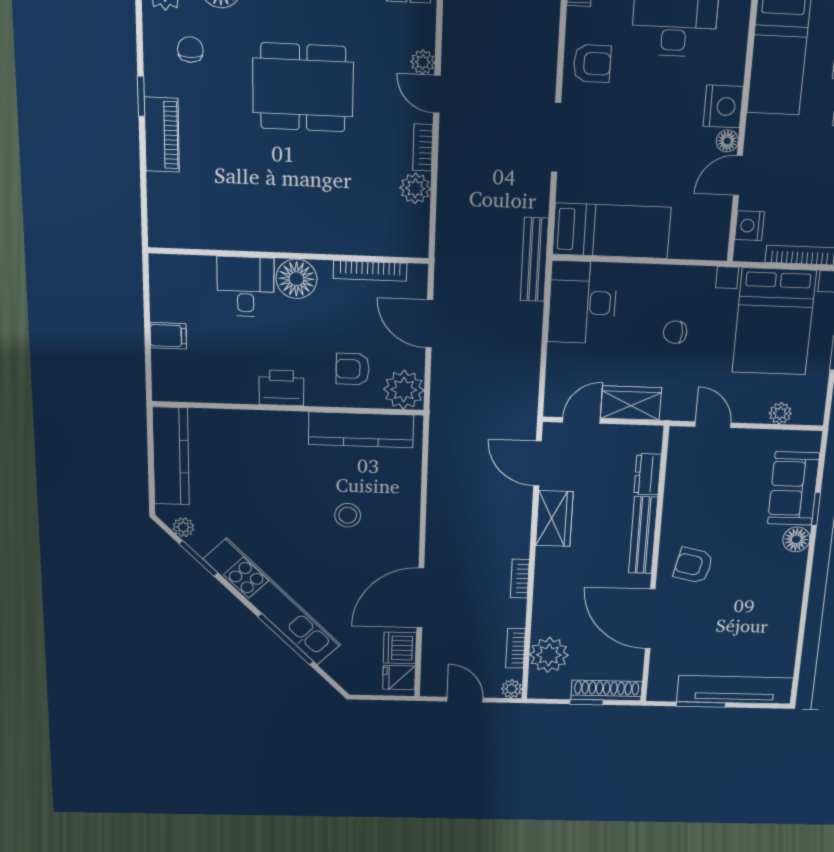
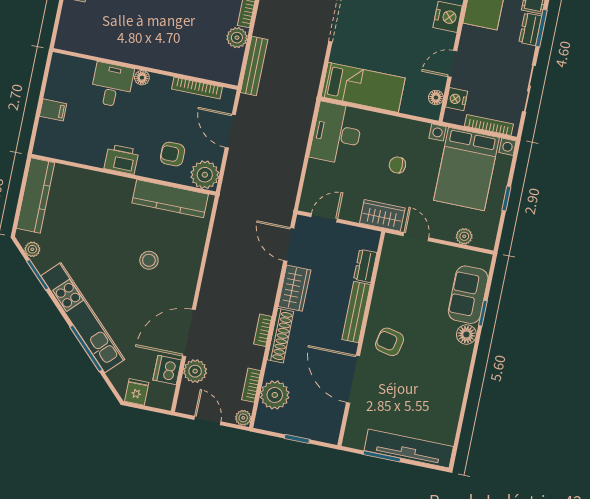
floor lamp: (727, 141) -> (436, 98), moved
bench: (534, 260) -> (254, 66), moved
floor lamp: (296, 279) -> (142, 78), width x0.53, depth x0.53
wardrobe: (631, 403) -> (382, 215), moved
plant: (438, 643) -> (195, 371), added
fridge: (399, 678) -> (137, 392), moved, turned 90
shoe rack: (607, 690) -> (280, 336), moved, turned 90

